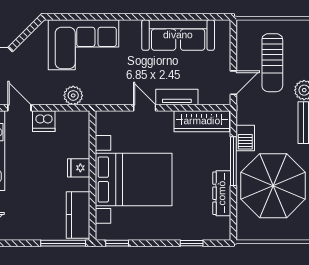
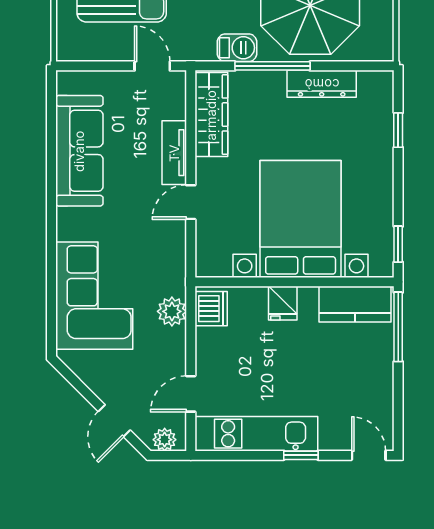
dishwasher: (44, 121) -> (211, 309), moved

